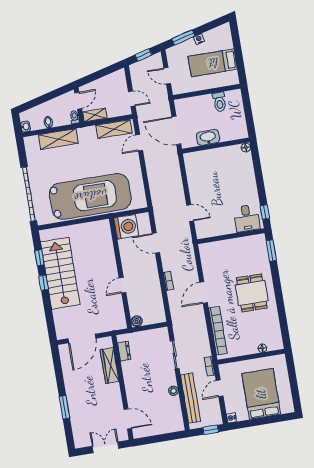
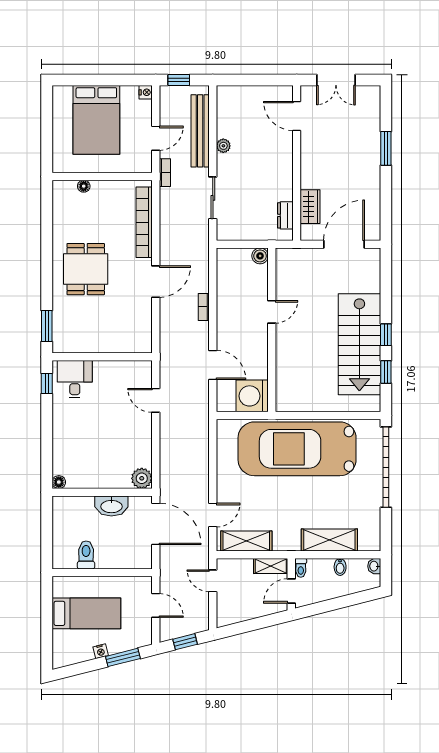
plant: (191, 159) -> (142, 478), added
wardrobe: (110, 365) -> (310, 207), width x0.67

